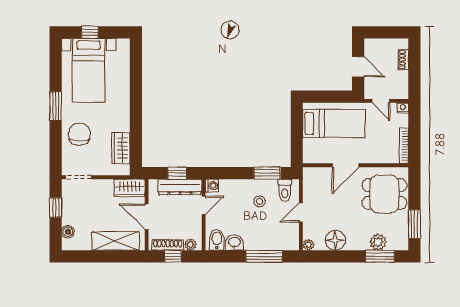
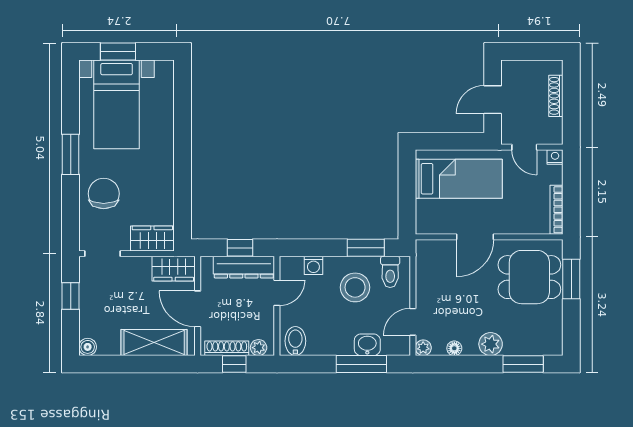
window: (90, 32) -> (118, 51), width x1.50
shoe rack: (403, 60) -> (556, 96), width x1.43
door: (358, 67) -> (493, 100), swing flipped
wardrobe: (121, 148) -> (152, 239), moved, turned 90
washing machine: (212, 186) -> (313, 265), moved, turned 90
stool: (260, 201) -> (355, 287), width x1.89, depth x1.89
door: (301, 212) -> (413, 322), moved
window: (414, 224) -> (571, 279), moved
boiler: (68, 232) -> (88, 347), moved
floor lamp: (335, 240) -> (454, 348), width x0.53, depth x0.53
washbasin: (234, 242) -> (367, 345), moved
plant: (378, 242) -> (491, 344), moved

